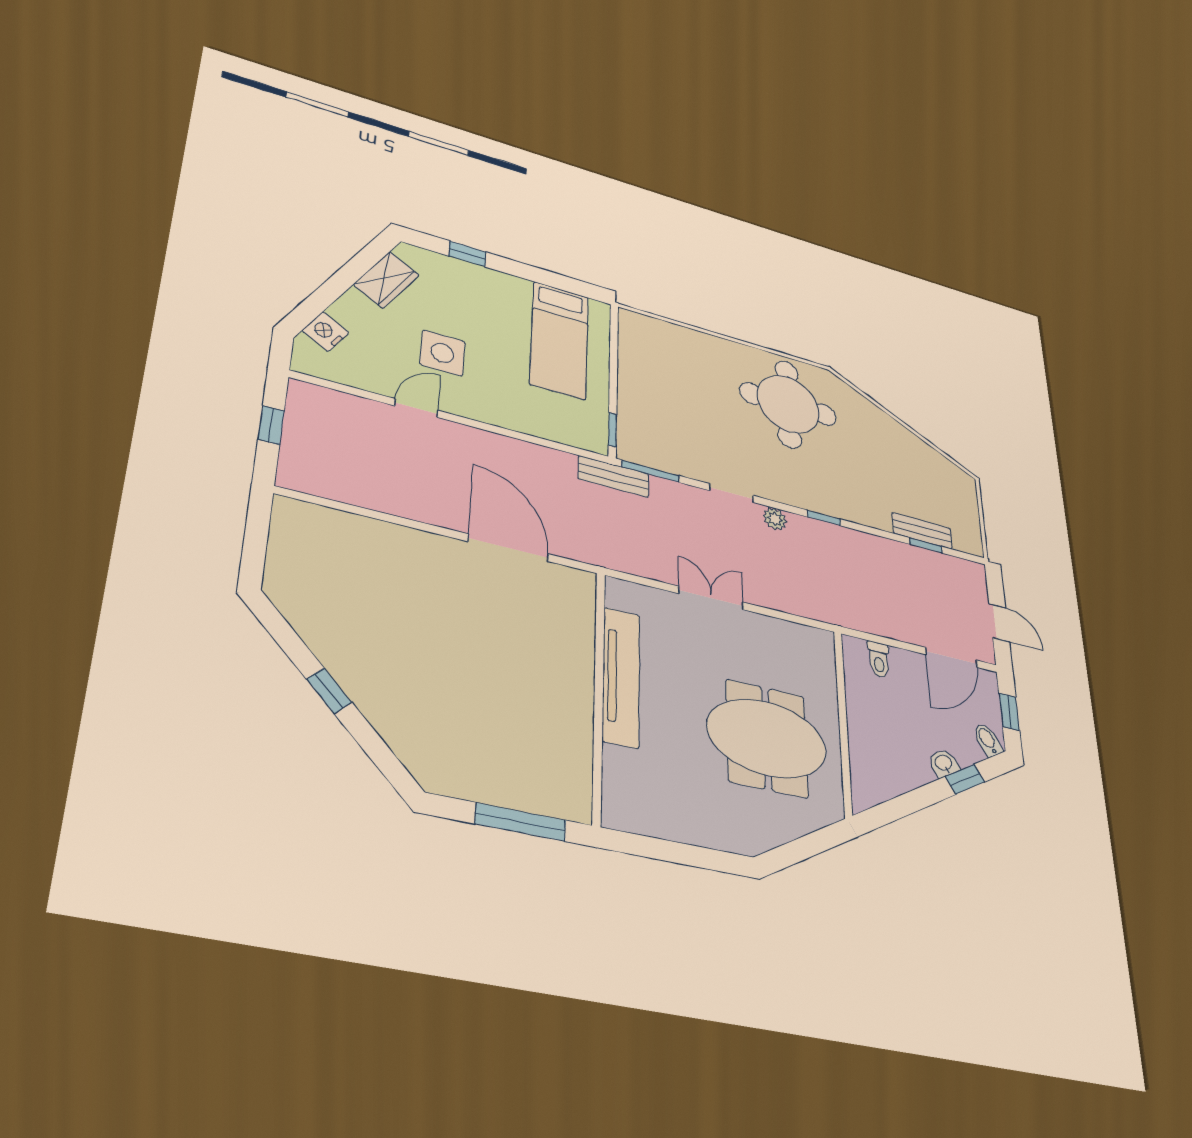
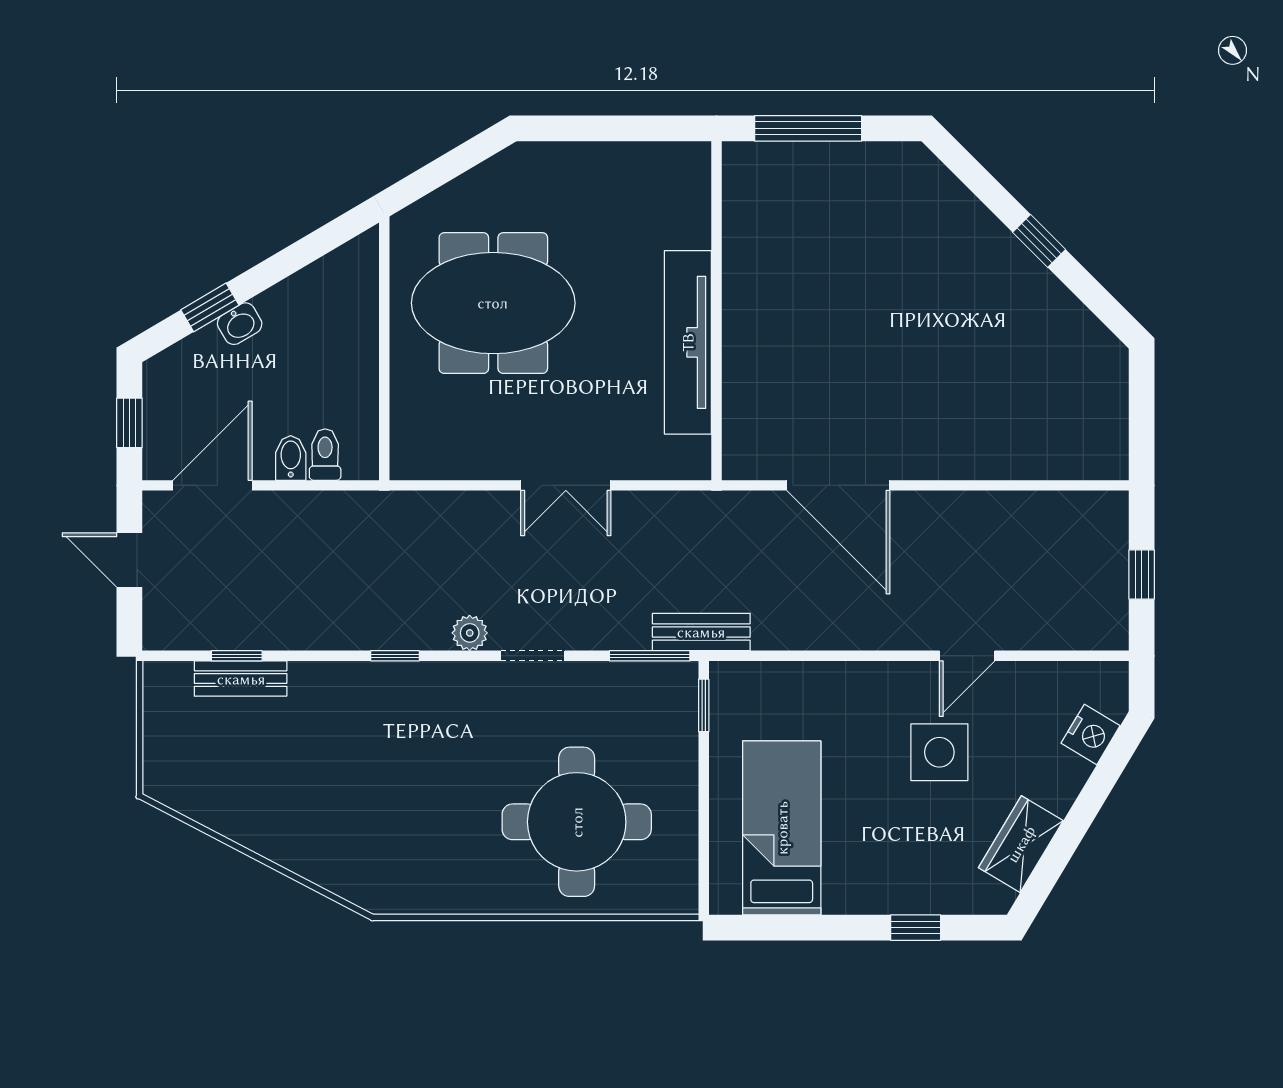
round table: (788, 404) -> (577, 822), moved
bidet: (988, 740) -> (291, 458), moved, turned -149

